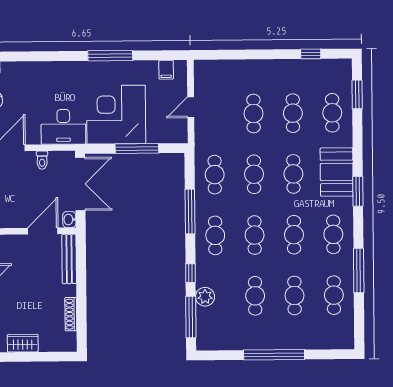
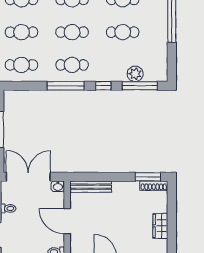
window: (190, 212) -> (66, 86), moved
door: (43, 231) -> (67, 221), moved
plant: (205, 297) -> (135, 74), moved
shoe rack: (71, 314) -> (154, 186), moved
window: (82, 328) -> (148, 177), added

